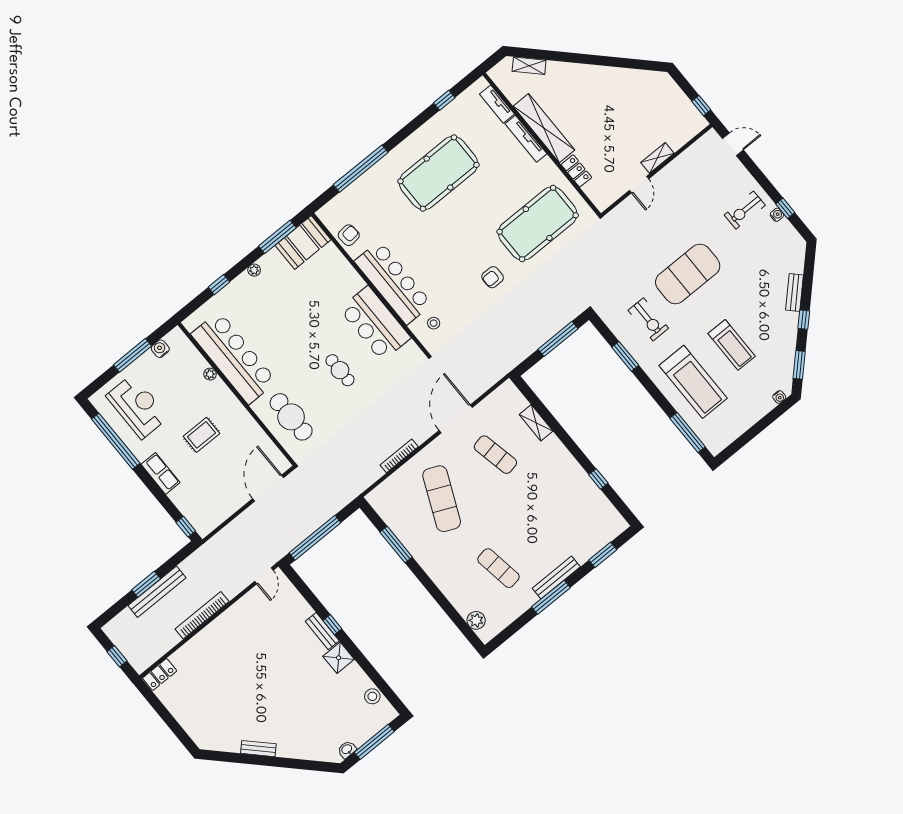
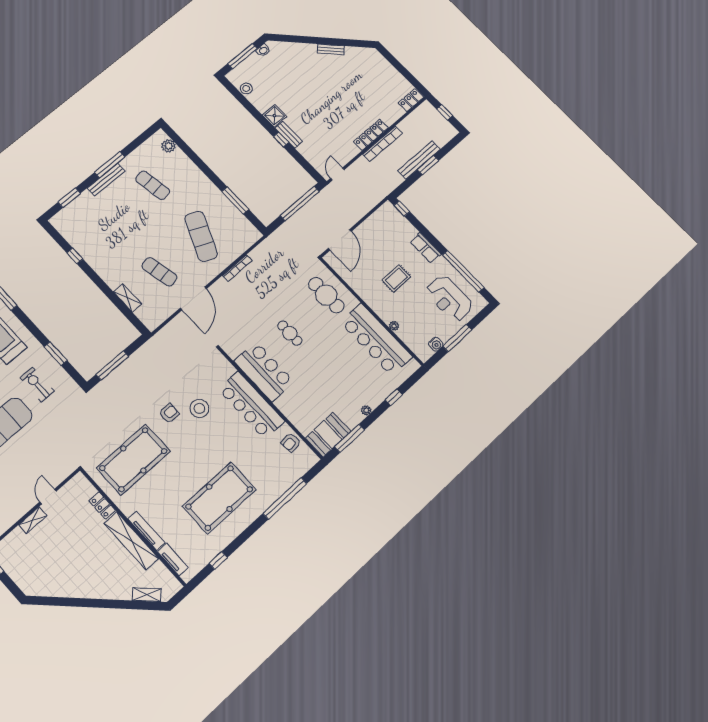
stool: (434, 323) -> (199, 408), moved, width x1.89, depth x1.89
locker: (216, 628) -> (371, 135), added

